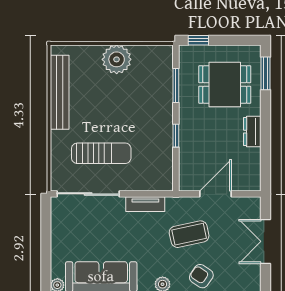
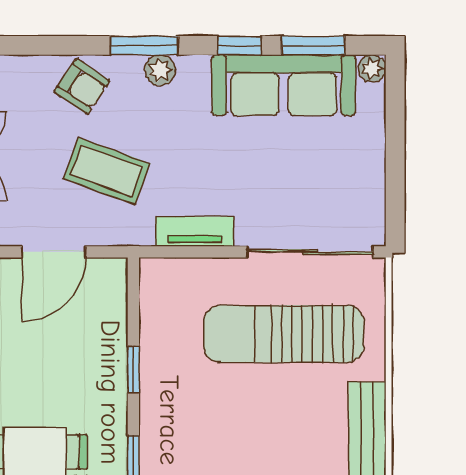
sun lounger: (101, 153) -> (284, 334), width x1.36, depth x1.34
coffee table: (189, 234) -> (107, 171), turned 32

